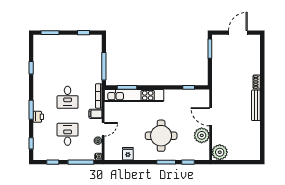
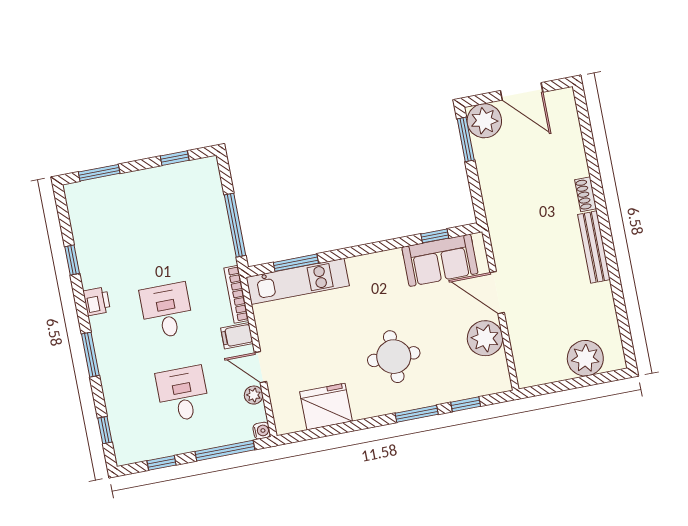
door: (238, 33) -> (522, 91), swing flipped
plant: (219, 42) -> (484, 121), added
kitchen unit: (134, 96) -> (298, 281), width x0.73
desk: (68, 97) -> (167, 311), turned 180
sofa: (189, 98) -> (440, 260), added
printer: (38, 117) -> (97, 301), moved
door: (103, 129) -> (260, 367), swing flipped
round table: (161, 136) -> (394, 357), width x0.73, depth x0.73
plant: (220, 152) -> (585, 358), moved
fridge: (128, 154) -> (326, 407), width x1.88, depth x1.34

